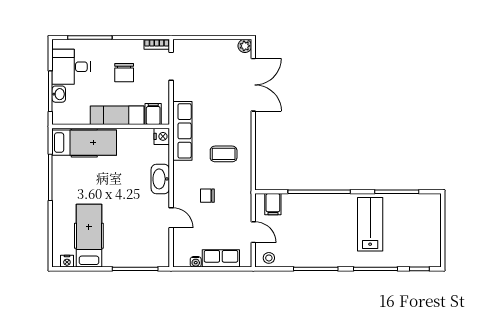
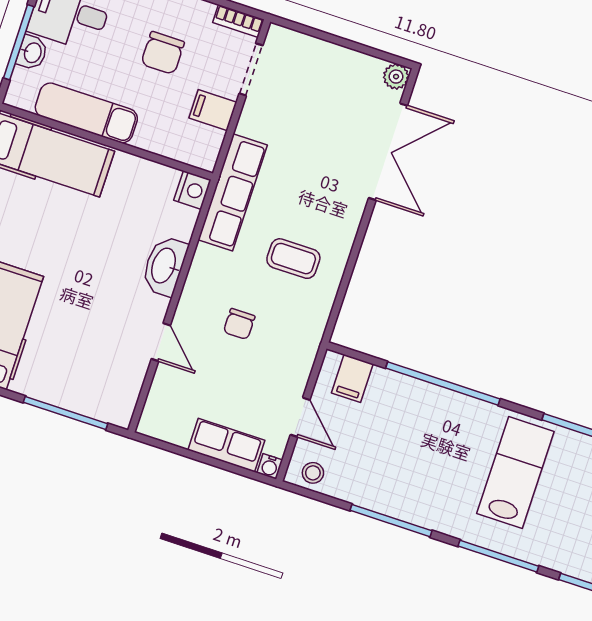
filing cabinet: (153, 114) -> (213, 110), moved, turned -90
exam couch: (117, 115) -> (86, 113), moved
chair: (207, 196) -> (239, 324), turned -90
water cooler: (196, 262) -> (270, 466), moved

